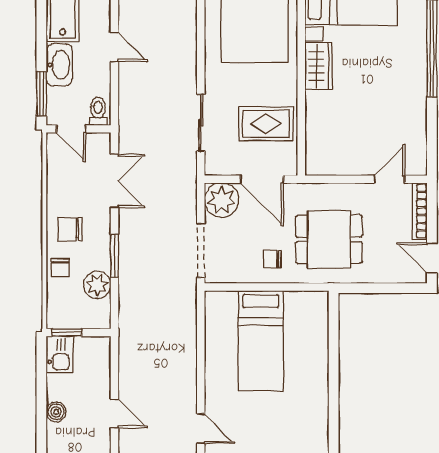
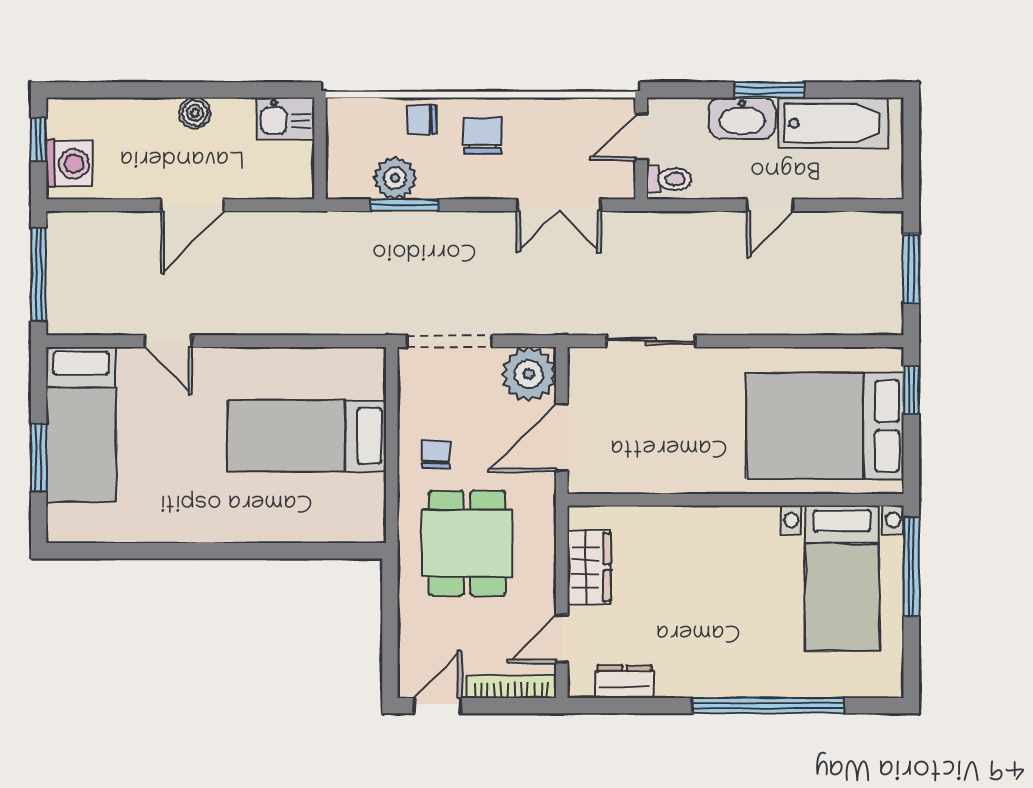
wardrobe: (319, 66) -> (589, 567), moved, turned -90
window: (41, 94) -> (769, 90), moved
rug: (266, 124) -> (649, 444), removed
dresser: (417, 139) -> (624, 682), added
door: (389, 179) -> (562, 639), swing flipped
window: (114, 256) -> (404, 205), moved
window: (67, 332) -> (320, 130), removed
door: (114, 413) -> (192, 205), width x1.38
door: (201, 429) -> (168, 341), hinge flipped

